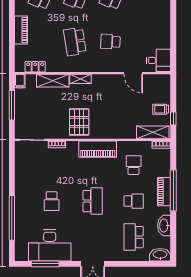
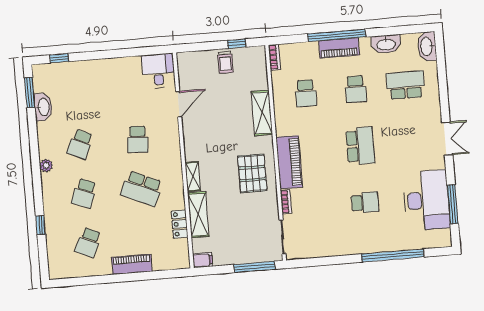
school desk: (75, 42) -> (142, 189), turned 33
locker: (35, 67) -> (180, 224), moved
window: (12, 105) -> (255, 267), moved
pallet: (79, 122) -> (252, 173), turned 90
shelving: (153, 132) -> (262, 113), moved
piano: (98, 149) -> (289, 162), moved
school desk: (134, 165) -> (306, 93), turned -90
school desk: (93, 201) -> (360, 146), turned 90
school desk: (134, 201) -> (356, 89), turned 180
school desk: (134, 237) -> (405, 85), turned 180

